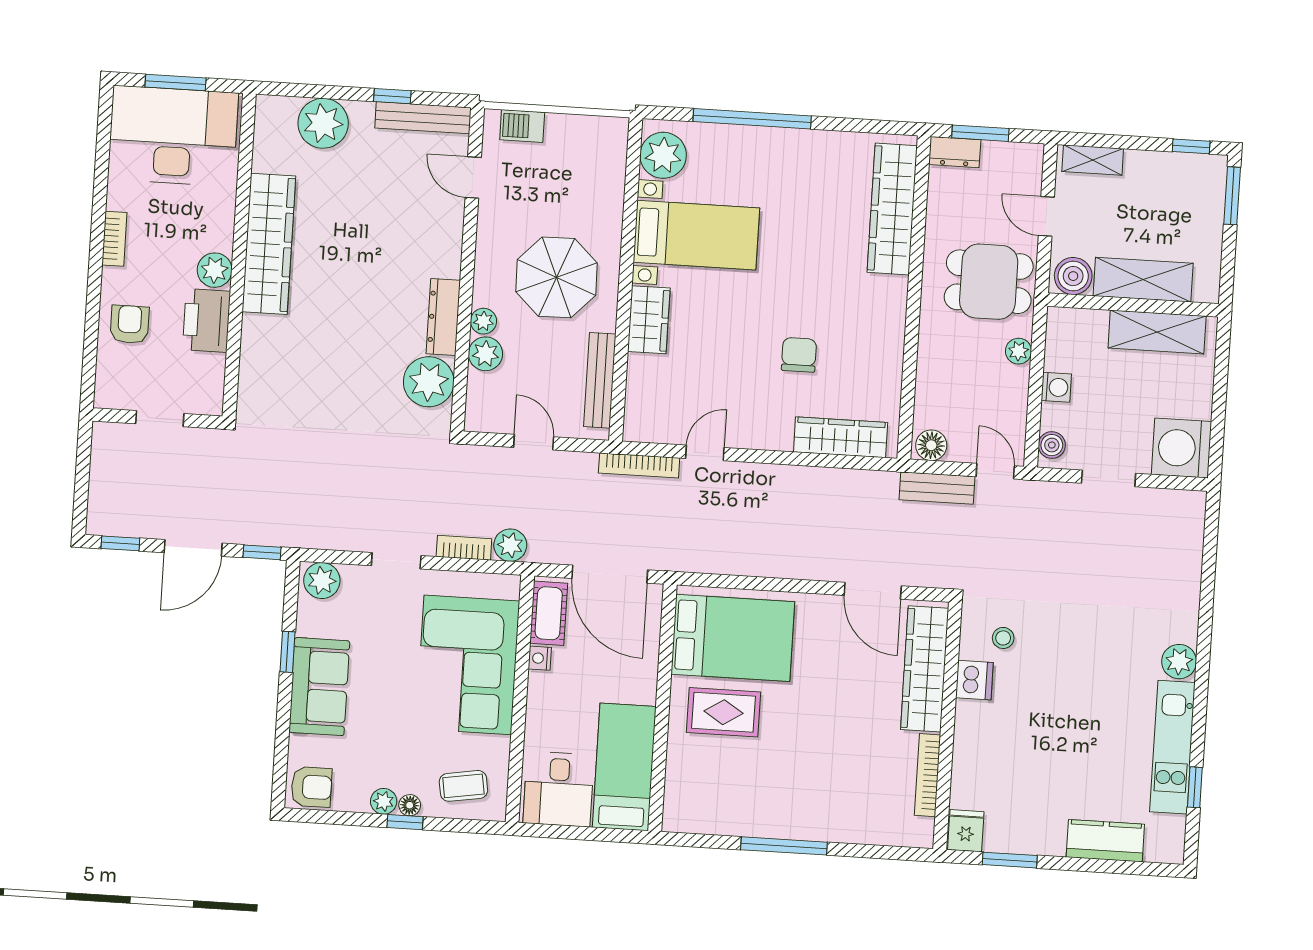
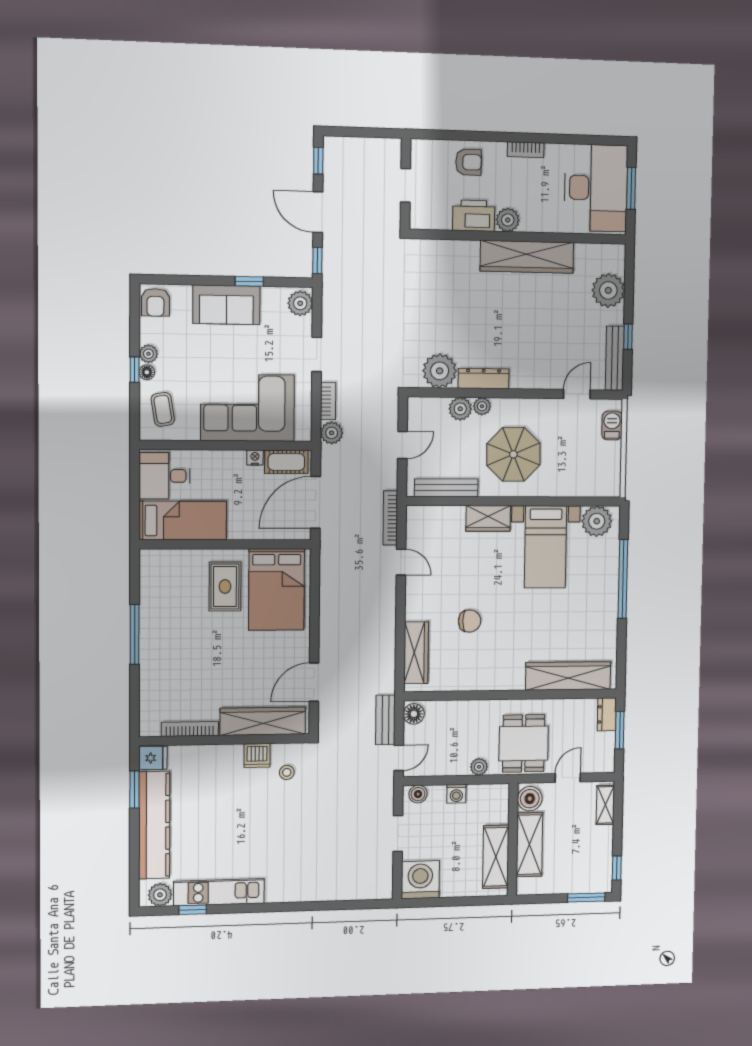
plant: (1179, 662) -> (160, 895), moved
kitchen counter: (1105, 841) -> (154, 825), width x2.08, depth x1.17

